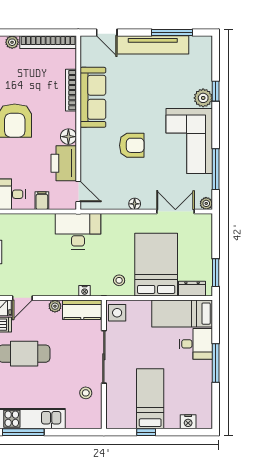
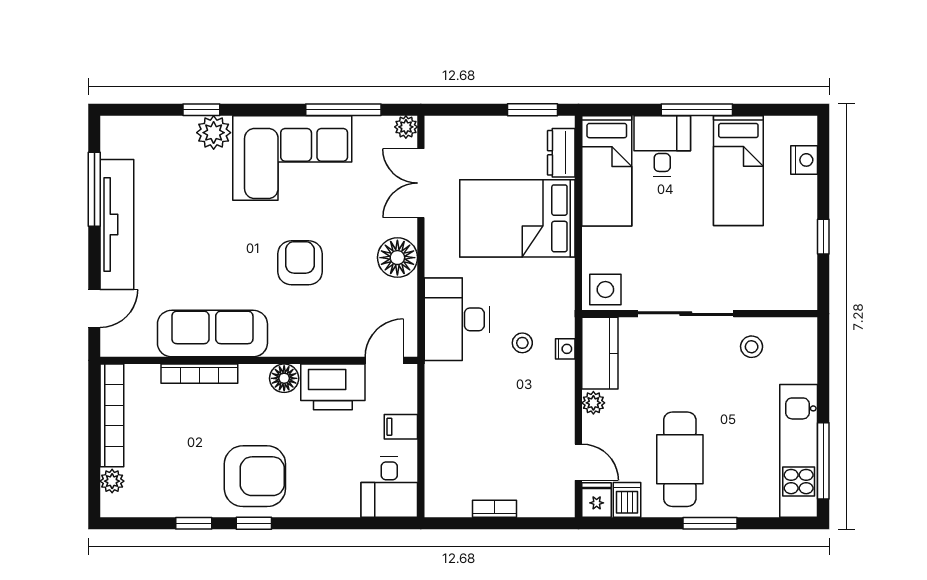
floor lamp: (135, 204) -> (397, 258), width x1.89, depth x1.89
desk: (78, 231) -> (457, 319), moved
stool: (119, 280) -> (522, 343), moved
bed: (150, 399) -> (738, 171), moved, turned -90

